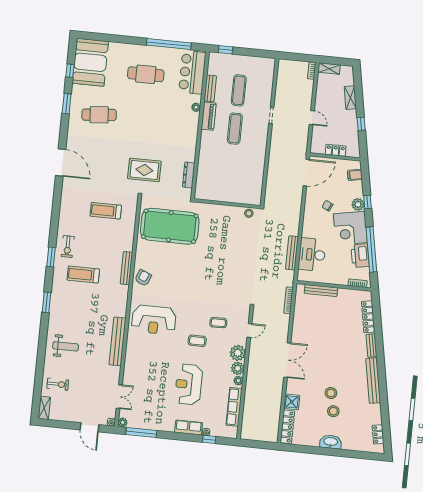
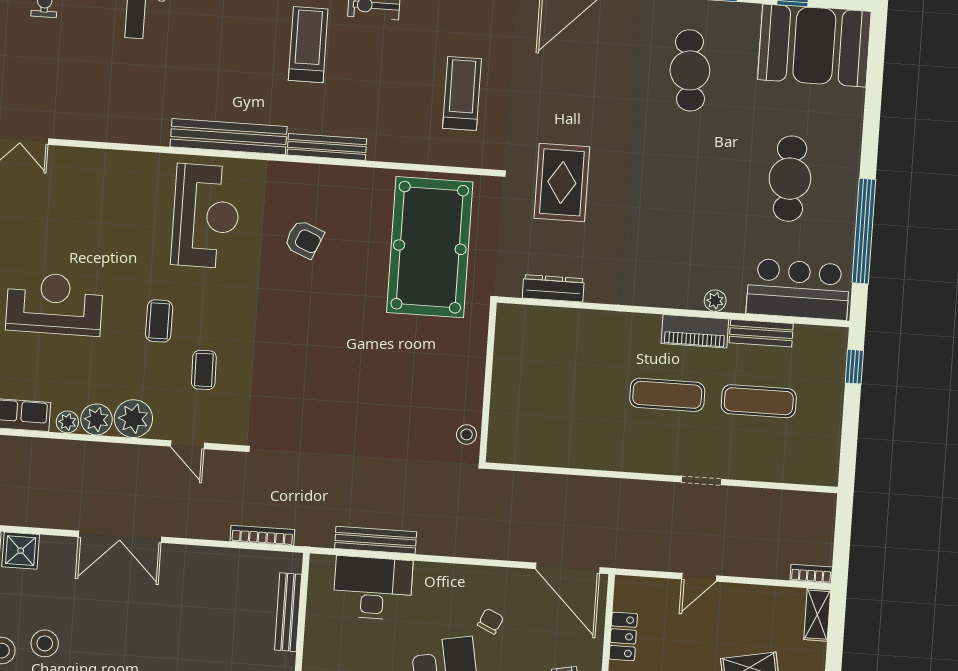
armchair: (143, 278) -> (304, 239), moved
reception desk: (154, 320) -> (206, 216), turned 180
bench: (117, 341) -> (229, 137), moved

